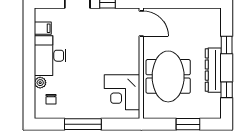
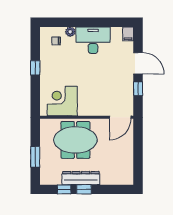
filing cabinet: (43, 28) -> (128, 34), moved
window: (227, 45) -> (84, 189), moved
window: (83, 124) -> (35, 68), width x0.46

